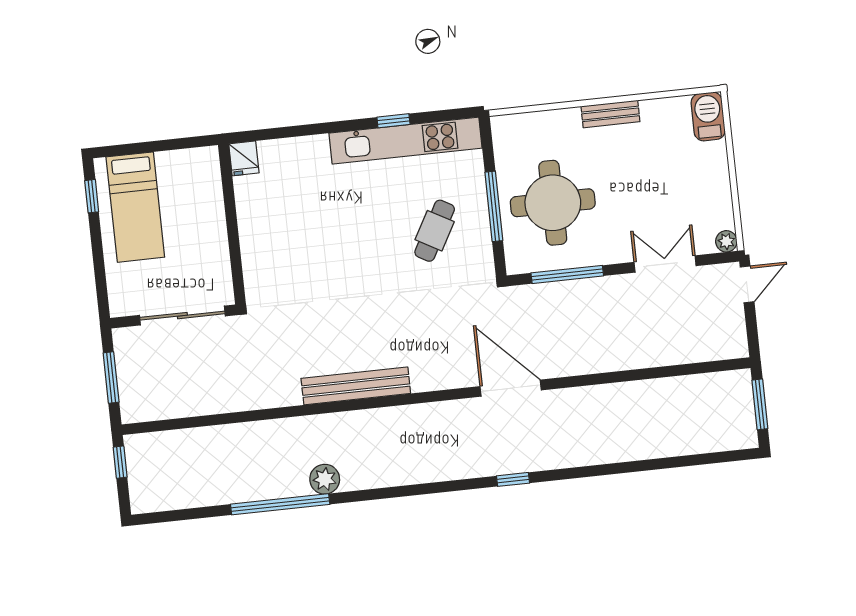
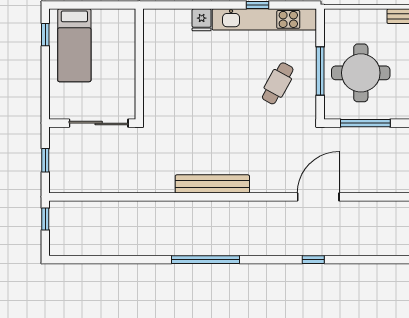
fridge: (244, 158) -> (202, 20), moved
window: (111, 378) -> (45, 160), width x0.67
door: (511, 388) -> (318, 197), hinge flipped
plant: (325, 479) -> (184, 246), removed
window: (280, 504) -> (205, 260), moved

